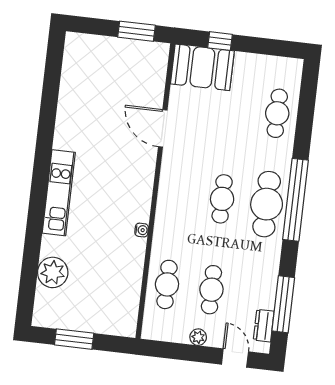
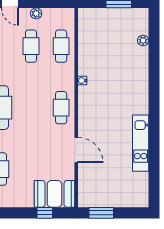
kitchen unit: (59, 193) -> (141, 143), moved
cafe table: (222, 199) -> (61, 108), moved
plant: (53, 272) -> (143, 40), width x0.53, depth x0.53

